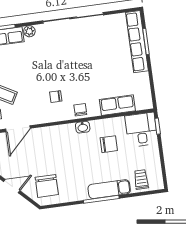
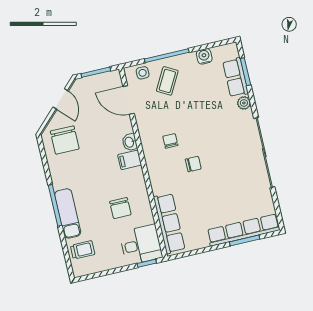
row of seats: (117, 105) -> (169, 223), width x1.48
chair: (80, 110) -> (193, 164), moved
washbasin: (83, 127) -> (130, 142), moved
filing cabinet: (69, 132) -> (130, 160), added
chair: (47, 186) -> (65, 140), turned -90

